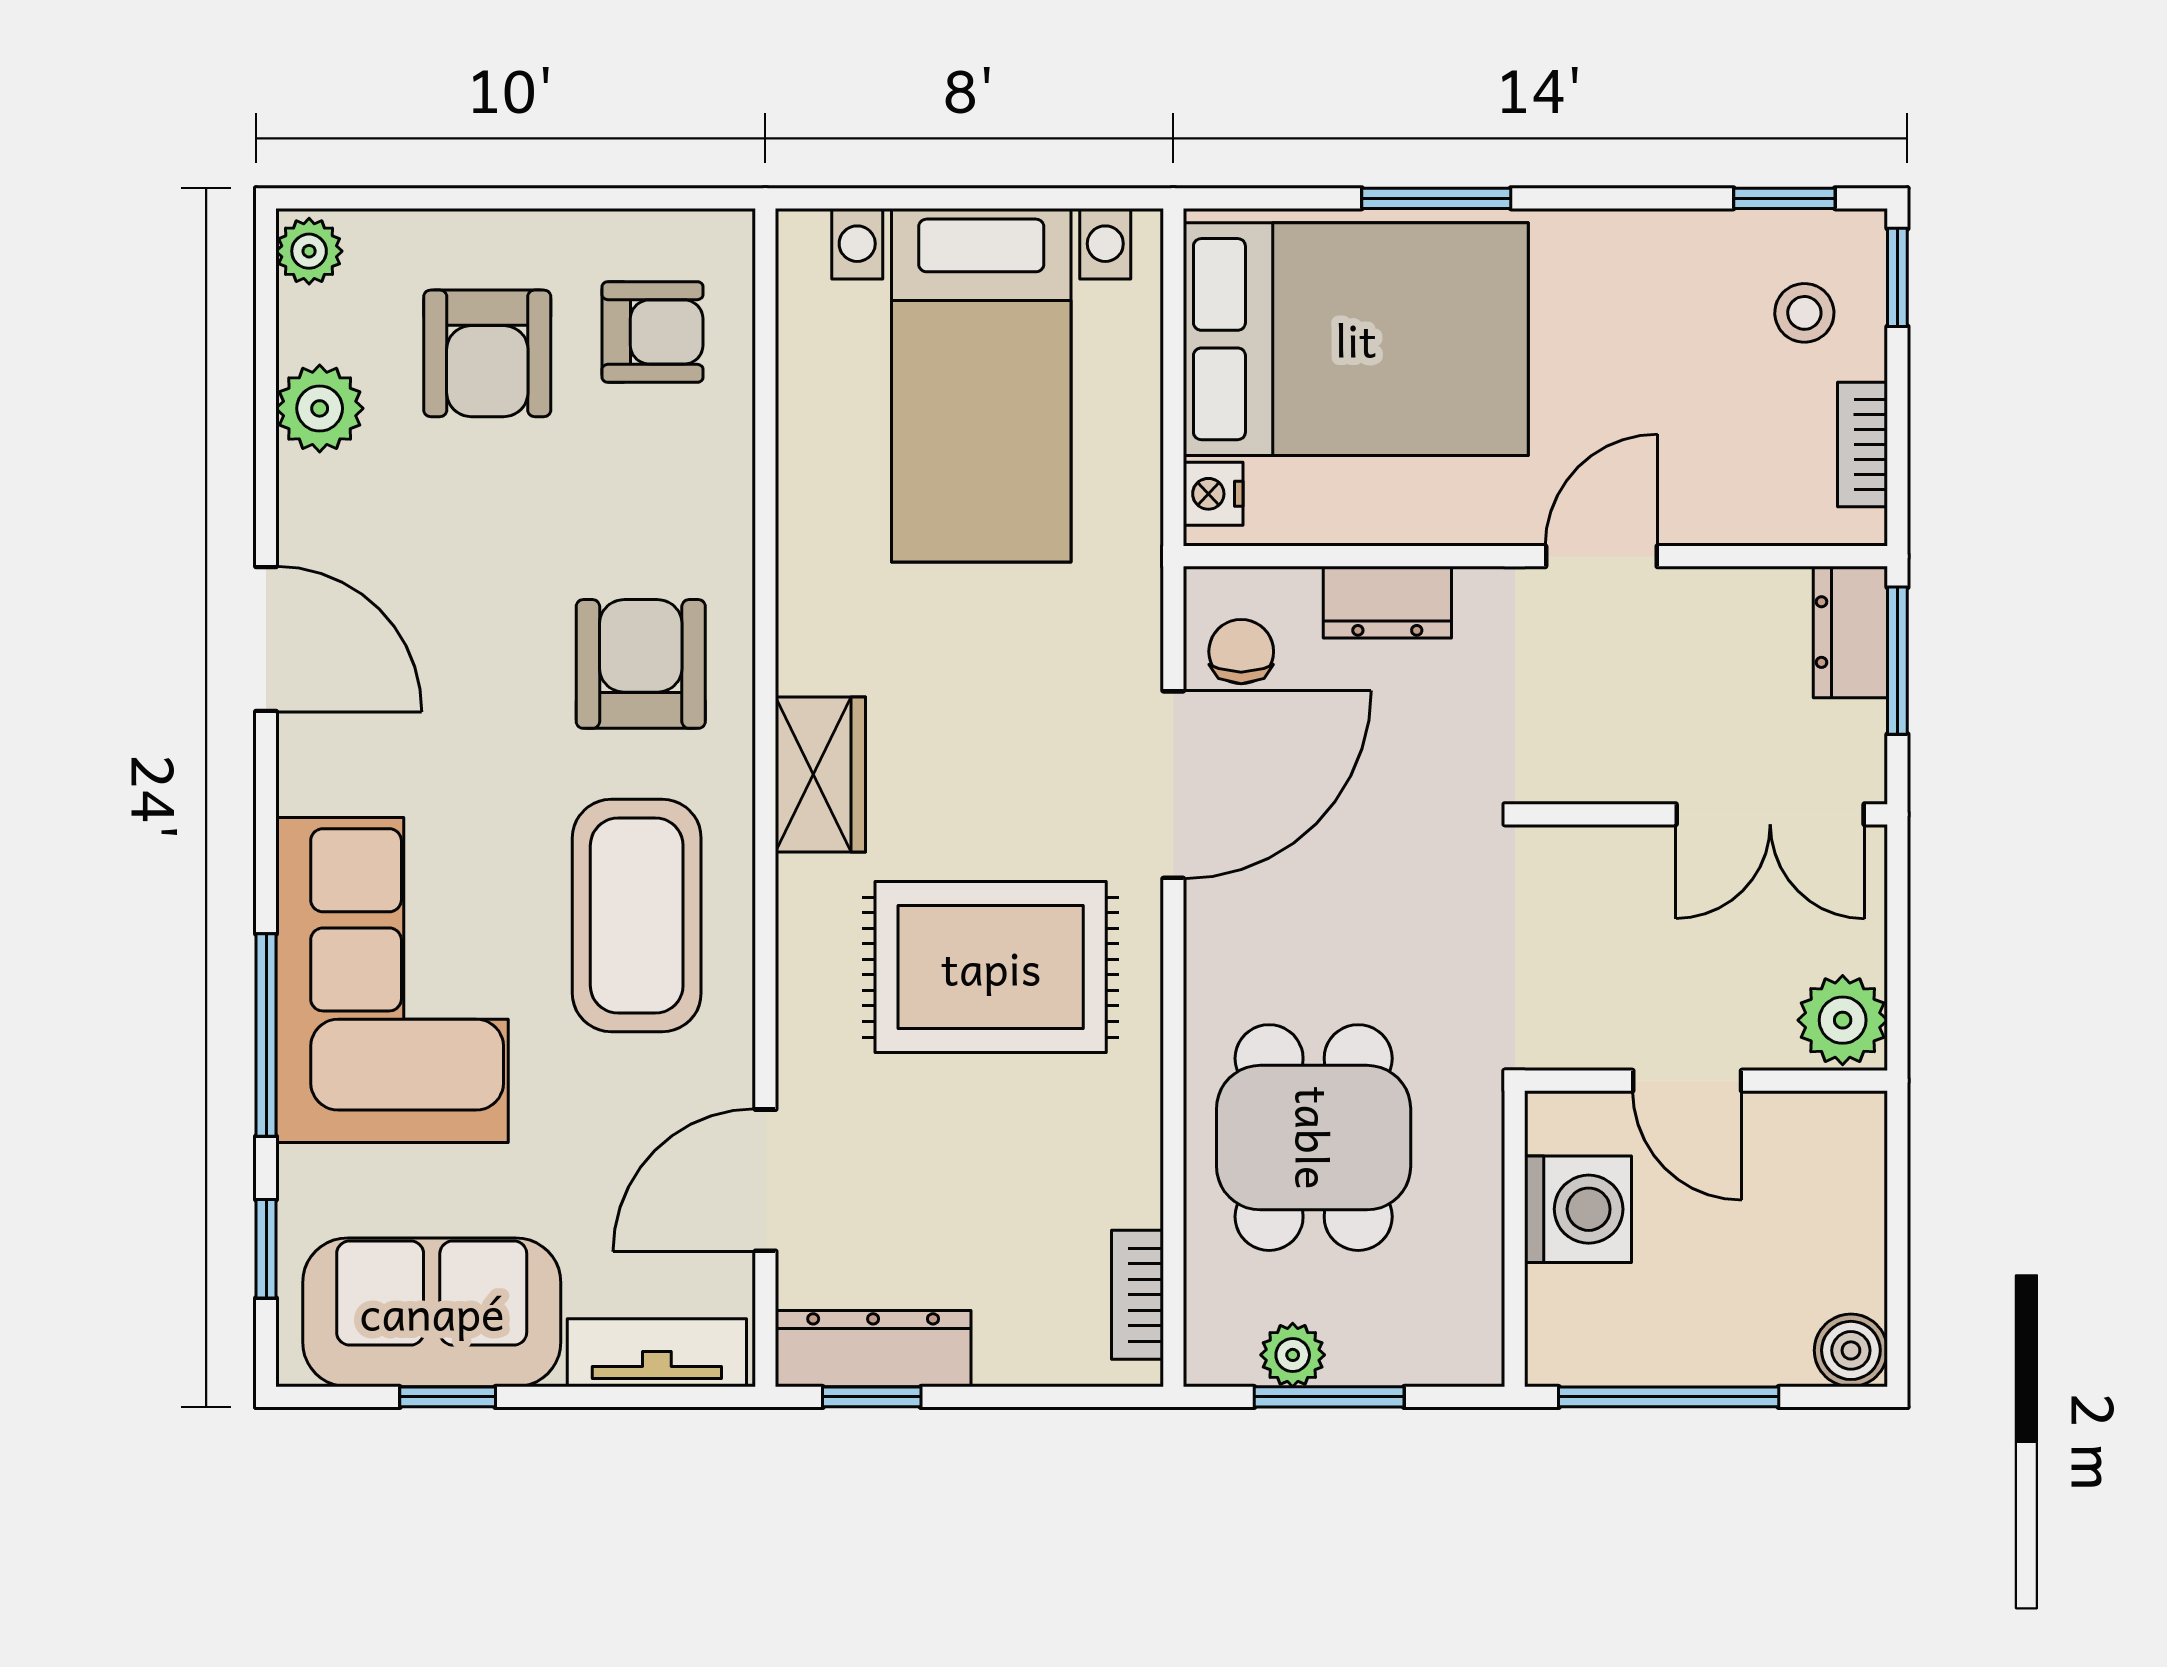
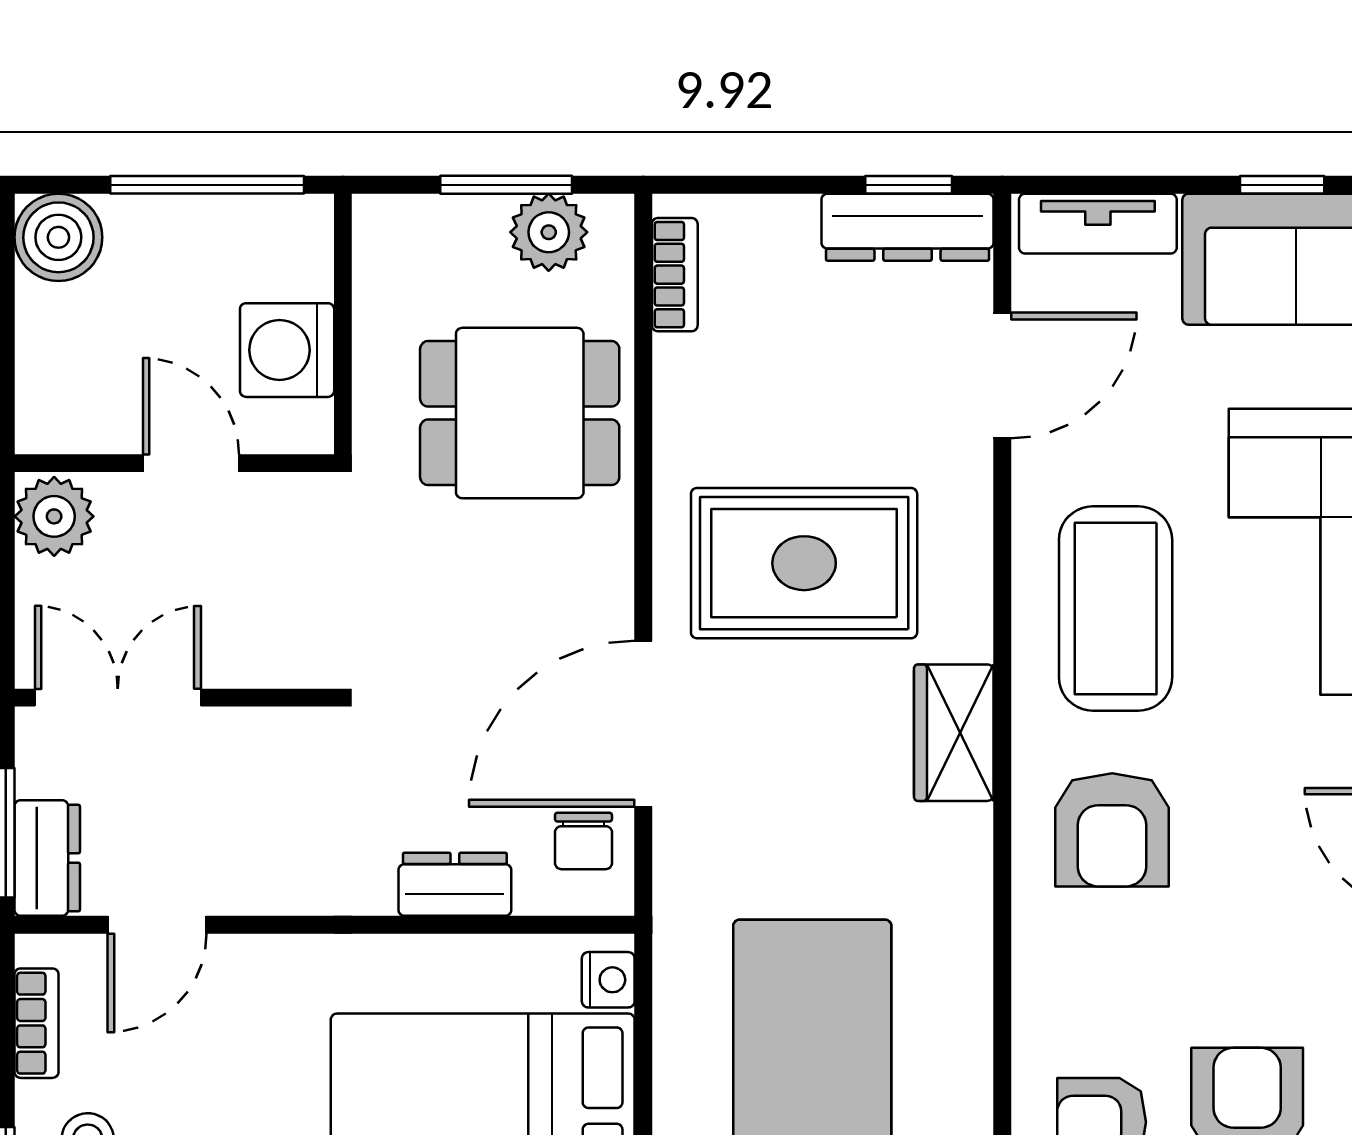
door: (1601, 556) -> (157, 925), moved
dining table: (1314, 1138) -> (520, 413), turned 90
boiler: (1851, 1350) -> (58, 237), width x1.36, depth x1.36
plant: (1293, 1355) -> (549, 232), width x1.38, depth x1.38

